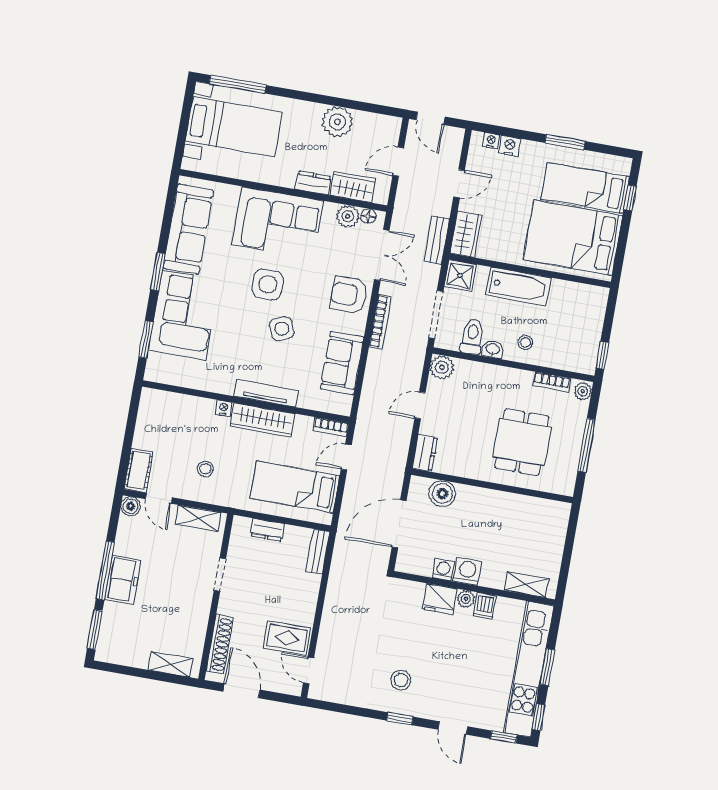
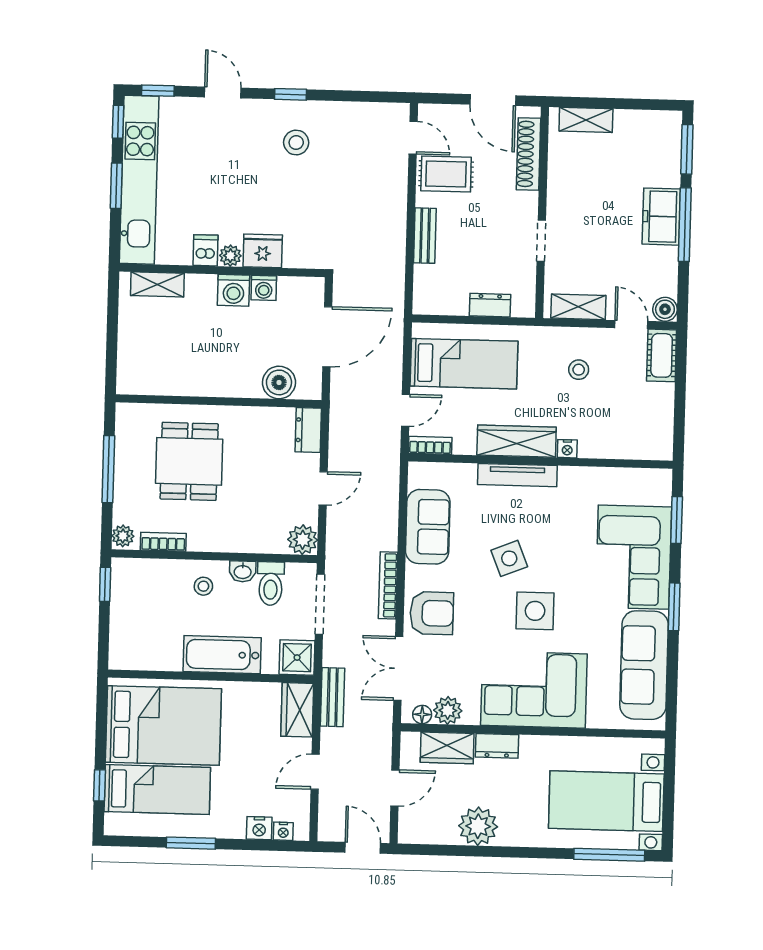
bench: (318, 552) -> (425, 236), moved

